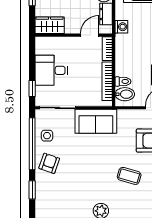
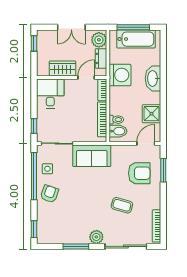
wardrobe: (50, 25) -> (63, 69), moved
washing machine: (121, 27) -> (120, 75), width x1.89, depth x1.89
desk: (51, 70) -> (50, 94), moved, turned 90
window: (32, 190) -> (34, 229), moved

